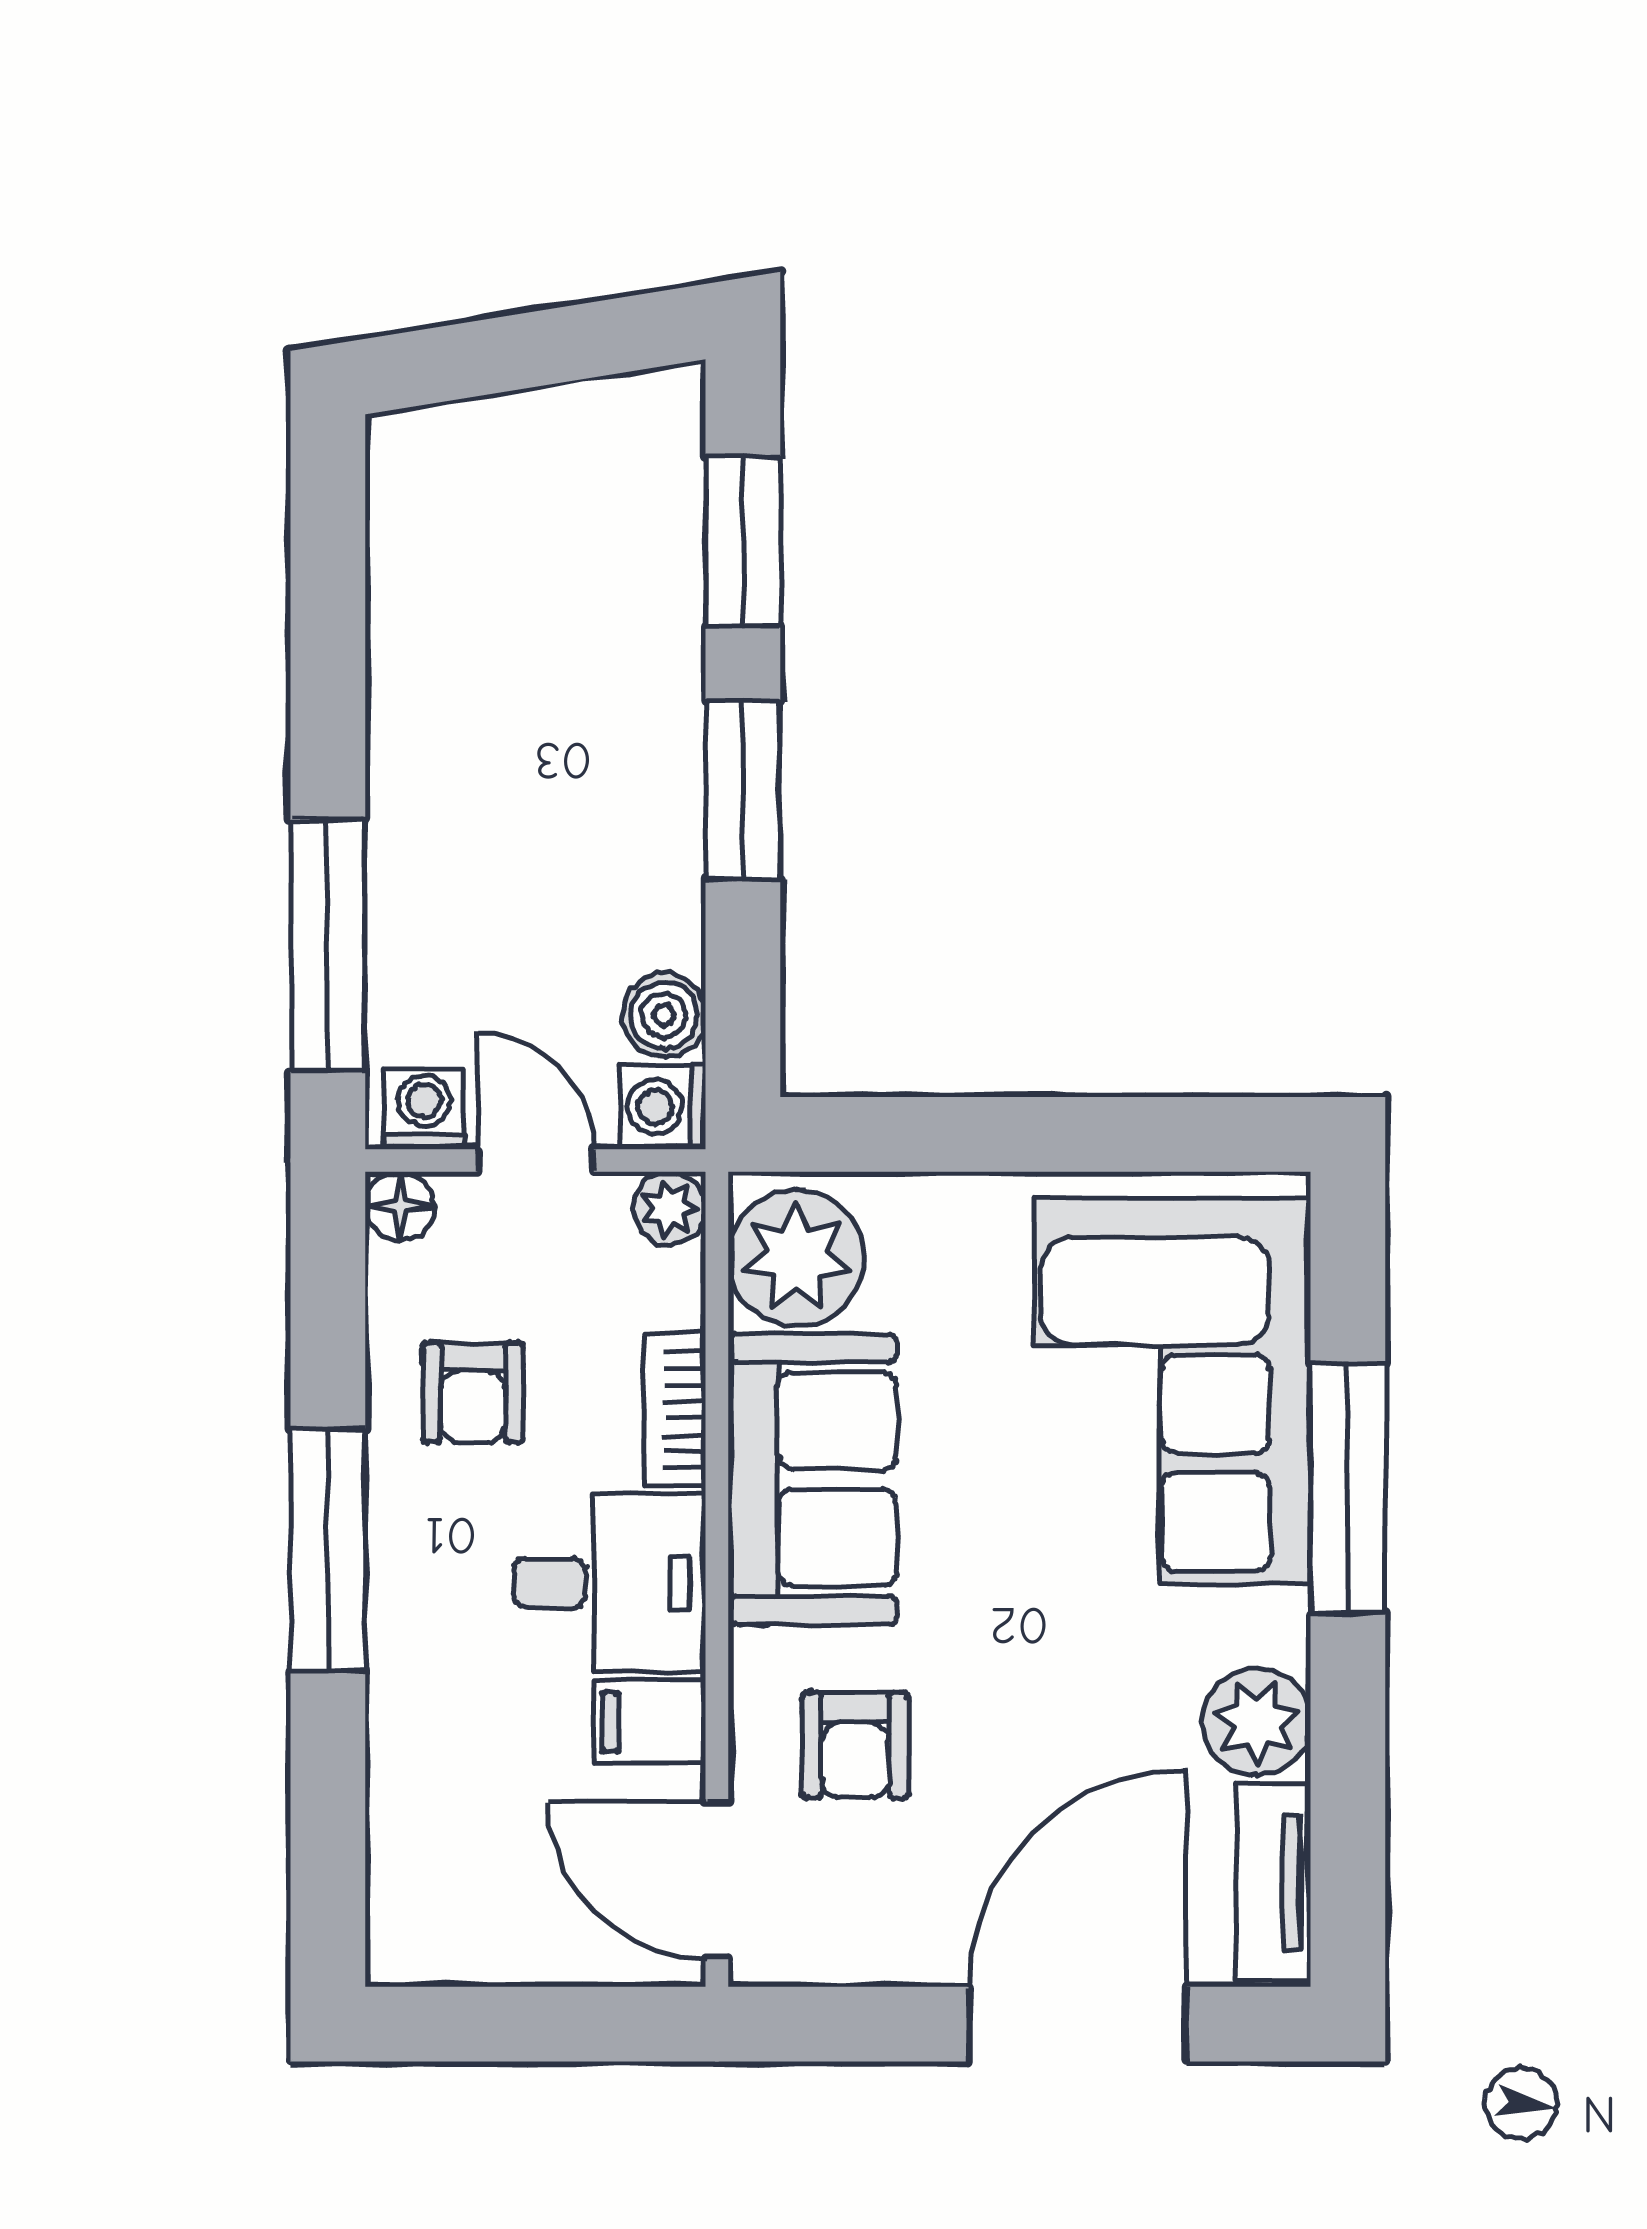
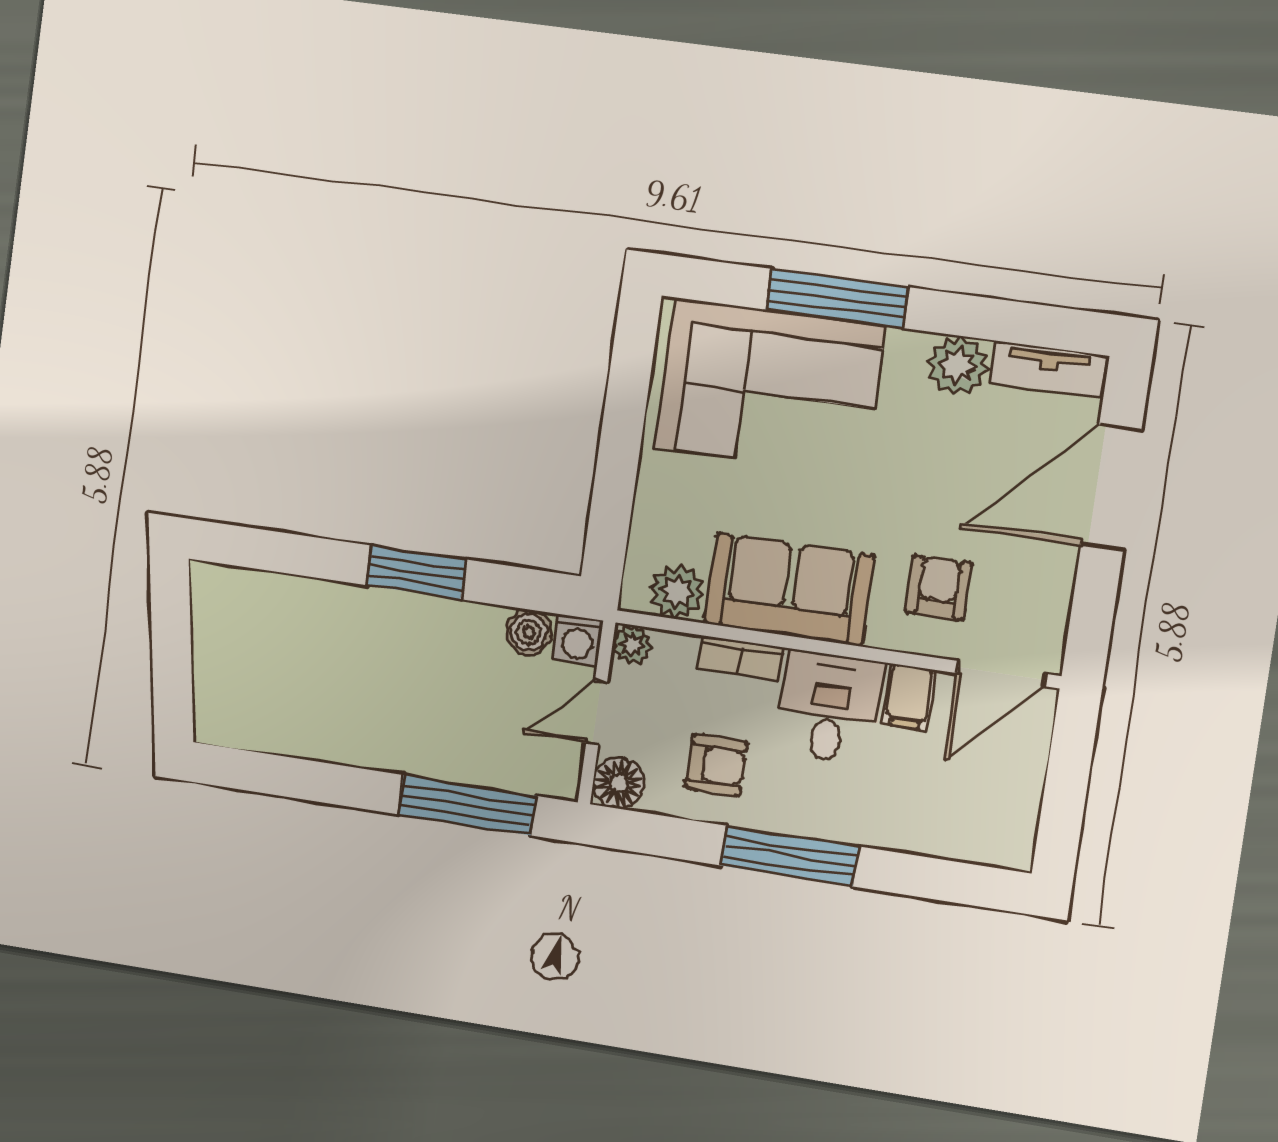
window: (743, 541) -> (286, 553), removed
washing machine: (424, 1109) -> (561, 768), removed
floor lamp: (400, 1206) -> (619, 783), width x1.37, depth x1.37
plant: (796, 1258) -> (677, 592), width x0.73, depth x0.73
armchair: (855, 1745) -> (938, 587), turned -90
door: (1078, 2024) -> (1111, 488), hinge flipped

